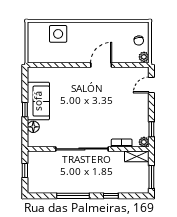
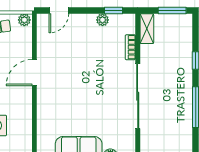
door: (101, 65) -> (34, 73), hinge flipped
door: (151, 85) -> (59, 11), hinge flipped
plant: (144, 142) -> (102, 20), moved

